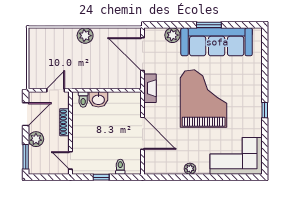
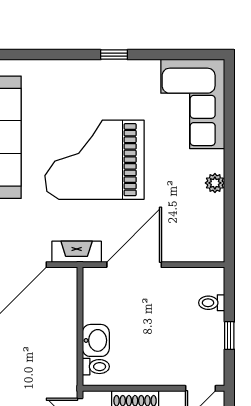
door: (142, 133) -> (134, 265), moved

